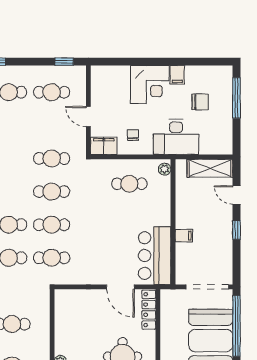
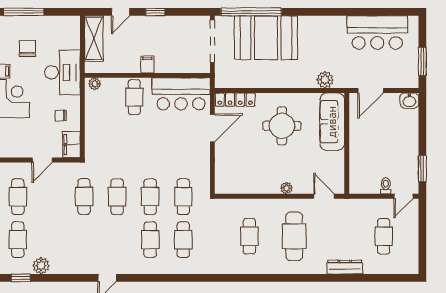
cafe table: (129, 184) -> (134, 97), moved
filing cabinet: (184, 236) -> (147, 65), moved

